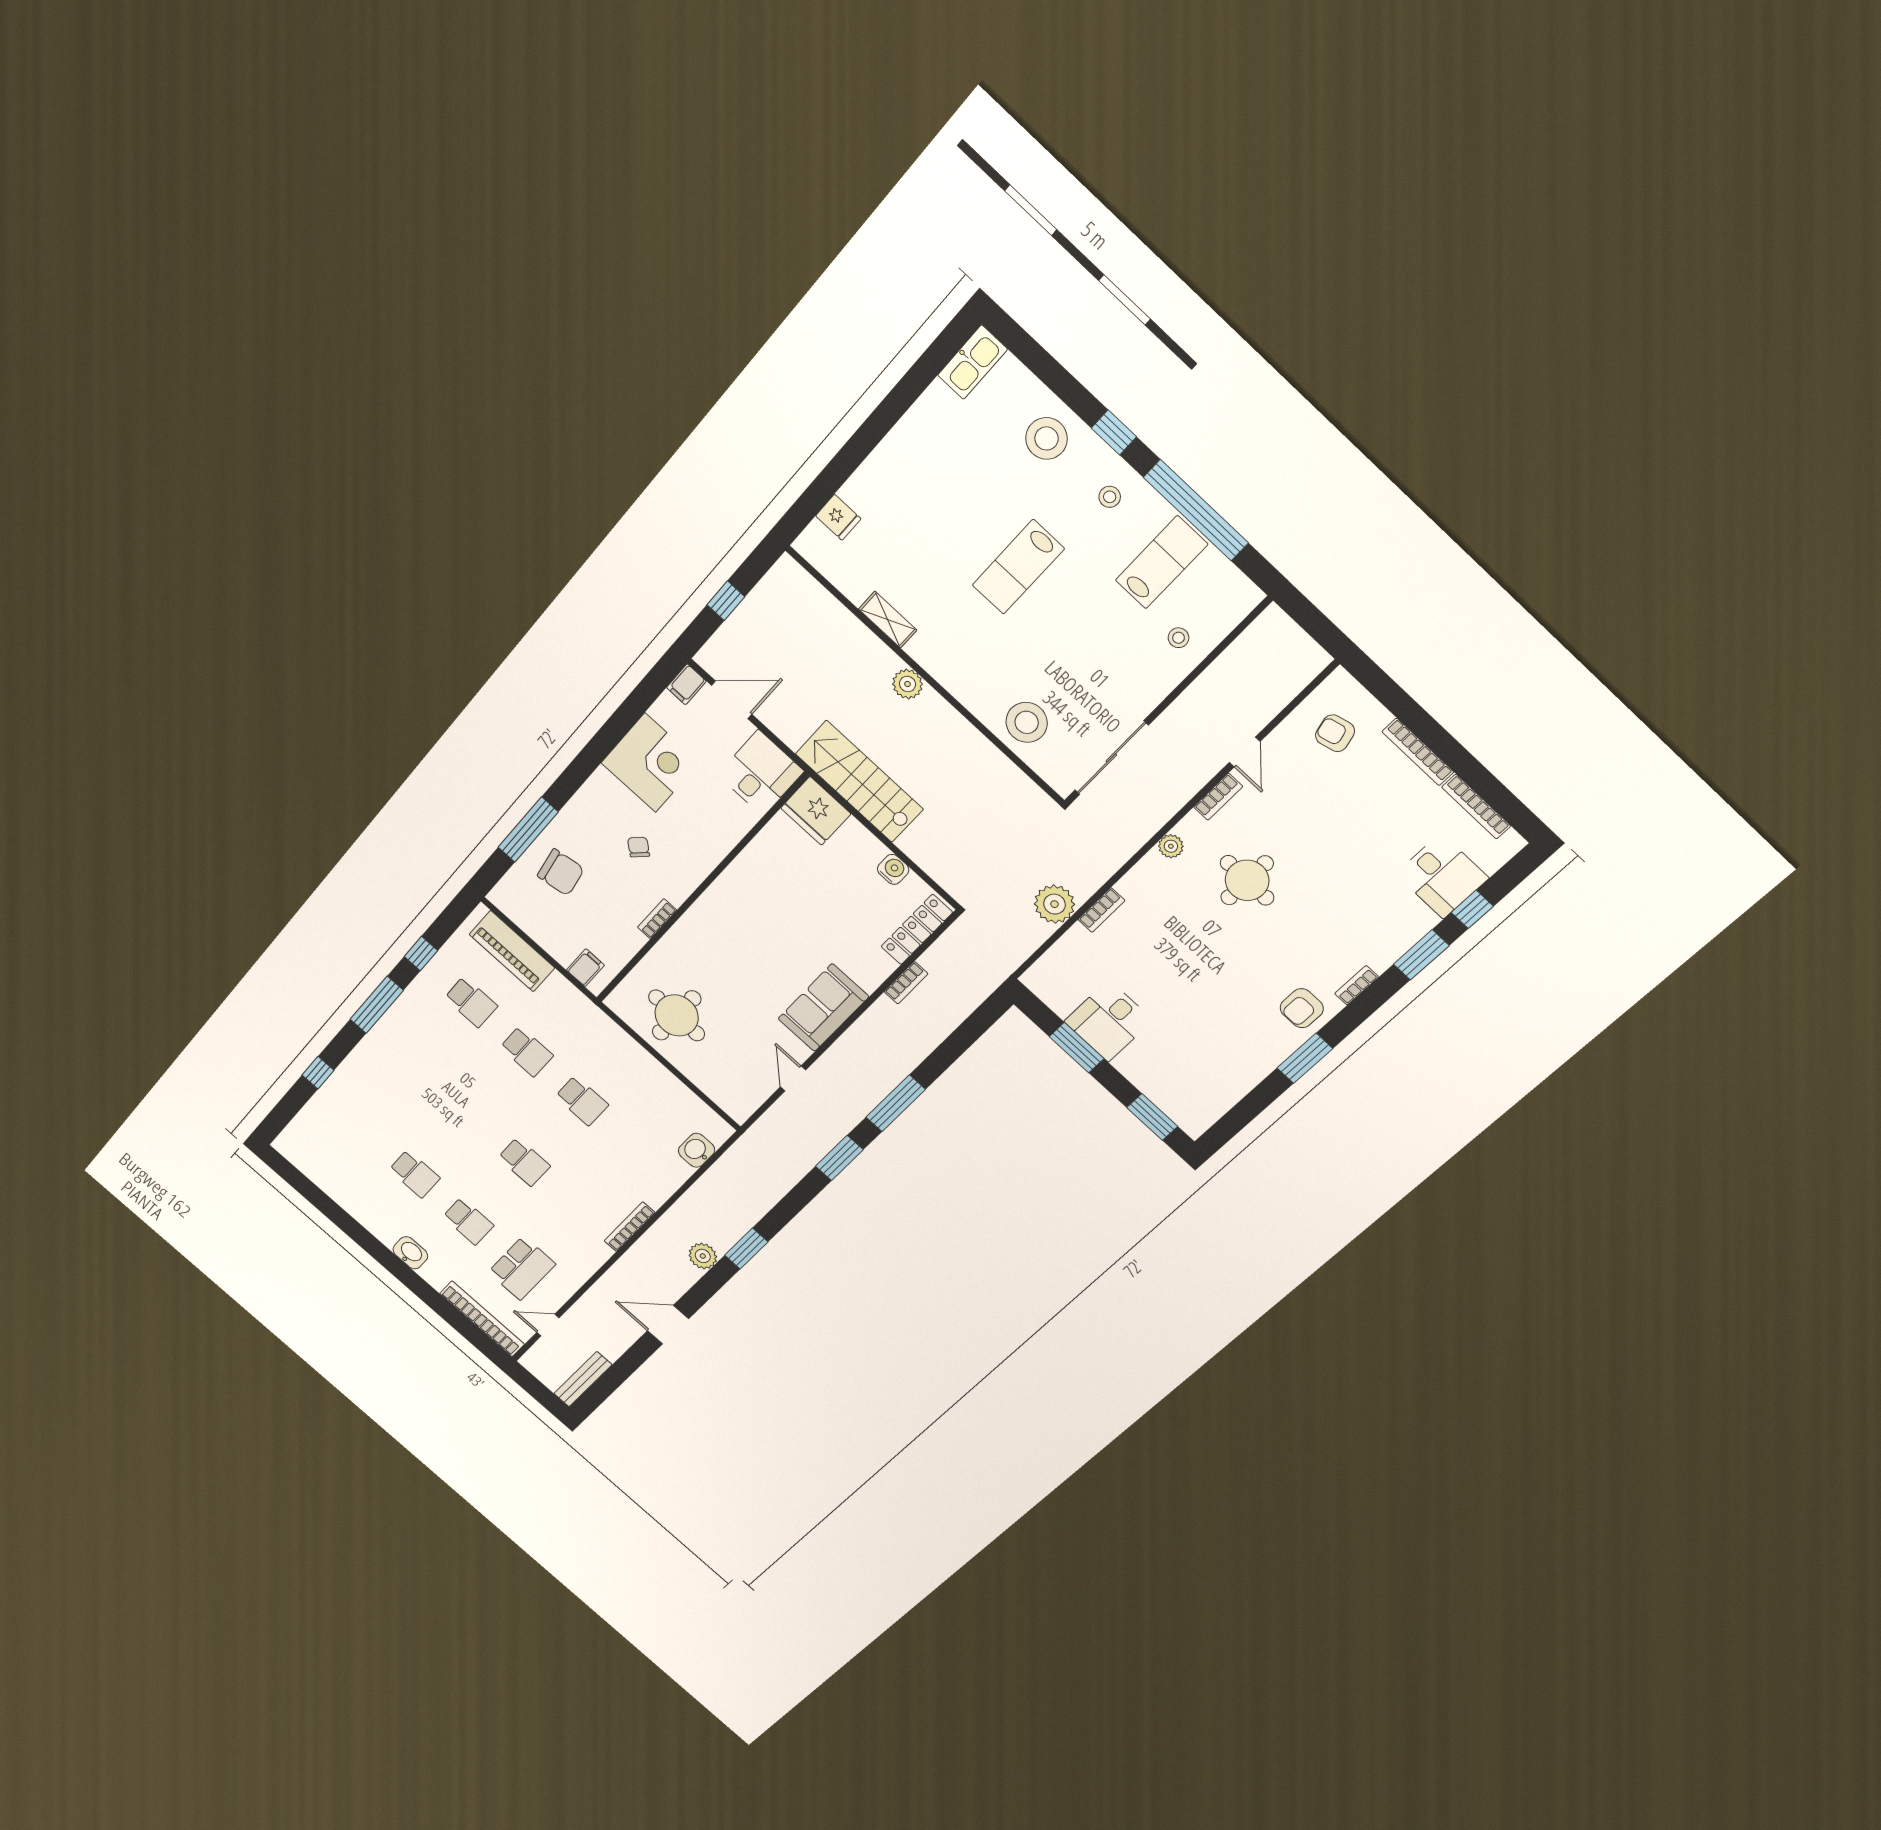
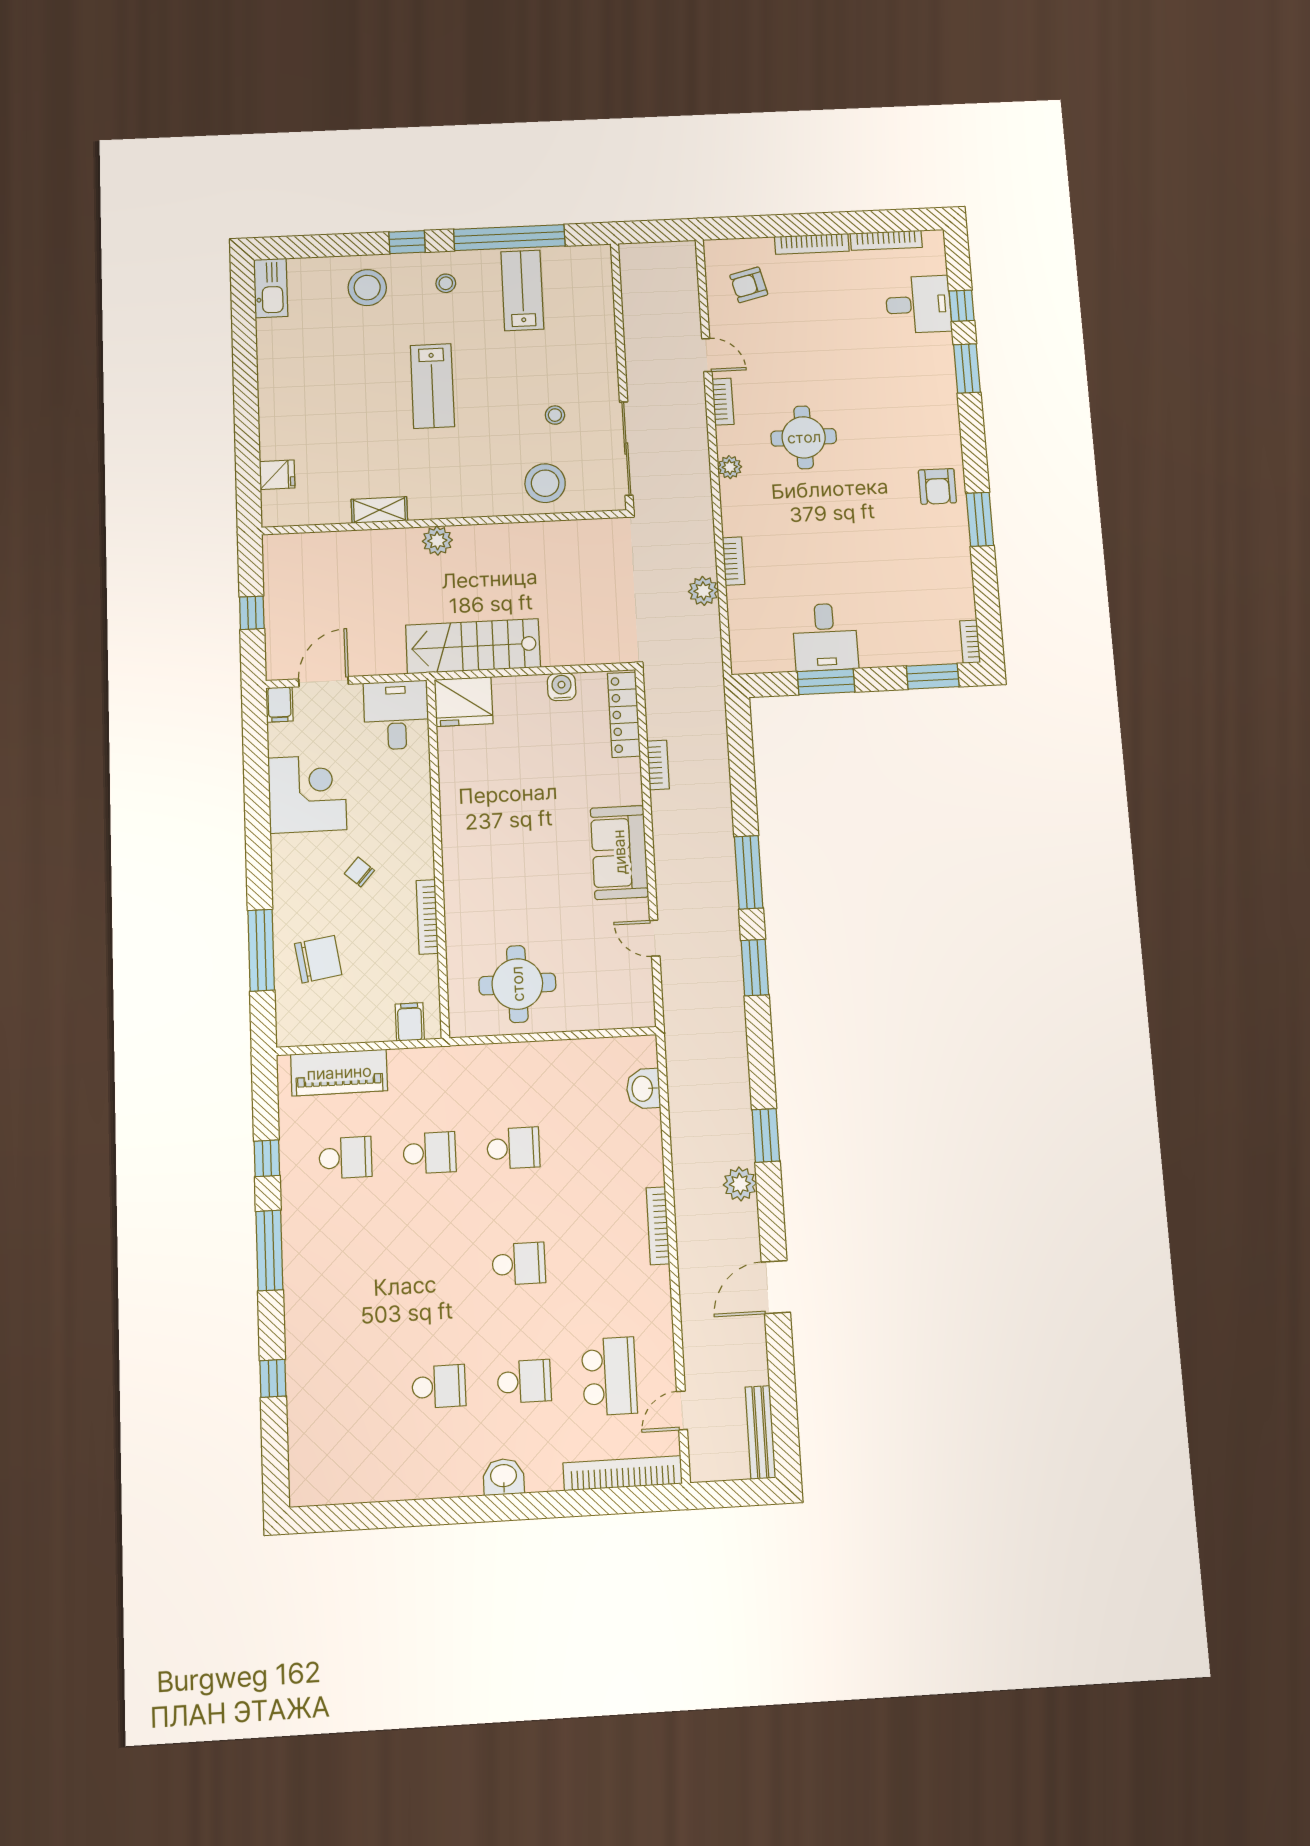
stool: (1179, 638) -> (555, 415), moved
plant: (1055, 904) -> (703, 591), width x0.73, depth x0.73
bookcase: (657, 919) -> (427, 917), width x1.56
bookcase: (1357, 985) -> (970, 642), moved

